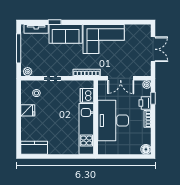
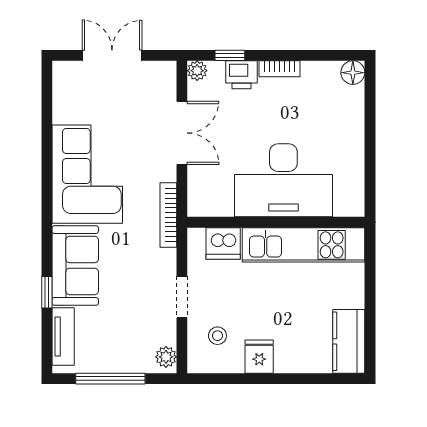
dishwasher: (87, 95) -> (223, 243), moved
wall: (96, 117) -> (276, 222), moved
desk: (113, 120) -> (283, 180), moved
kitchen unit: (86, 129) -> (304, 245), moved

